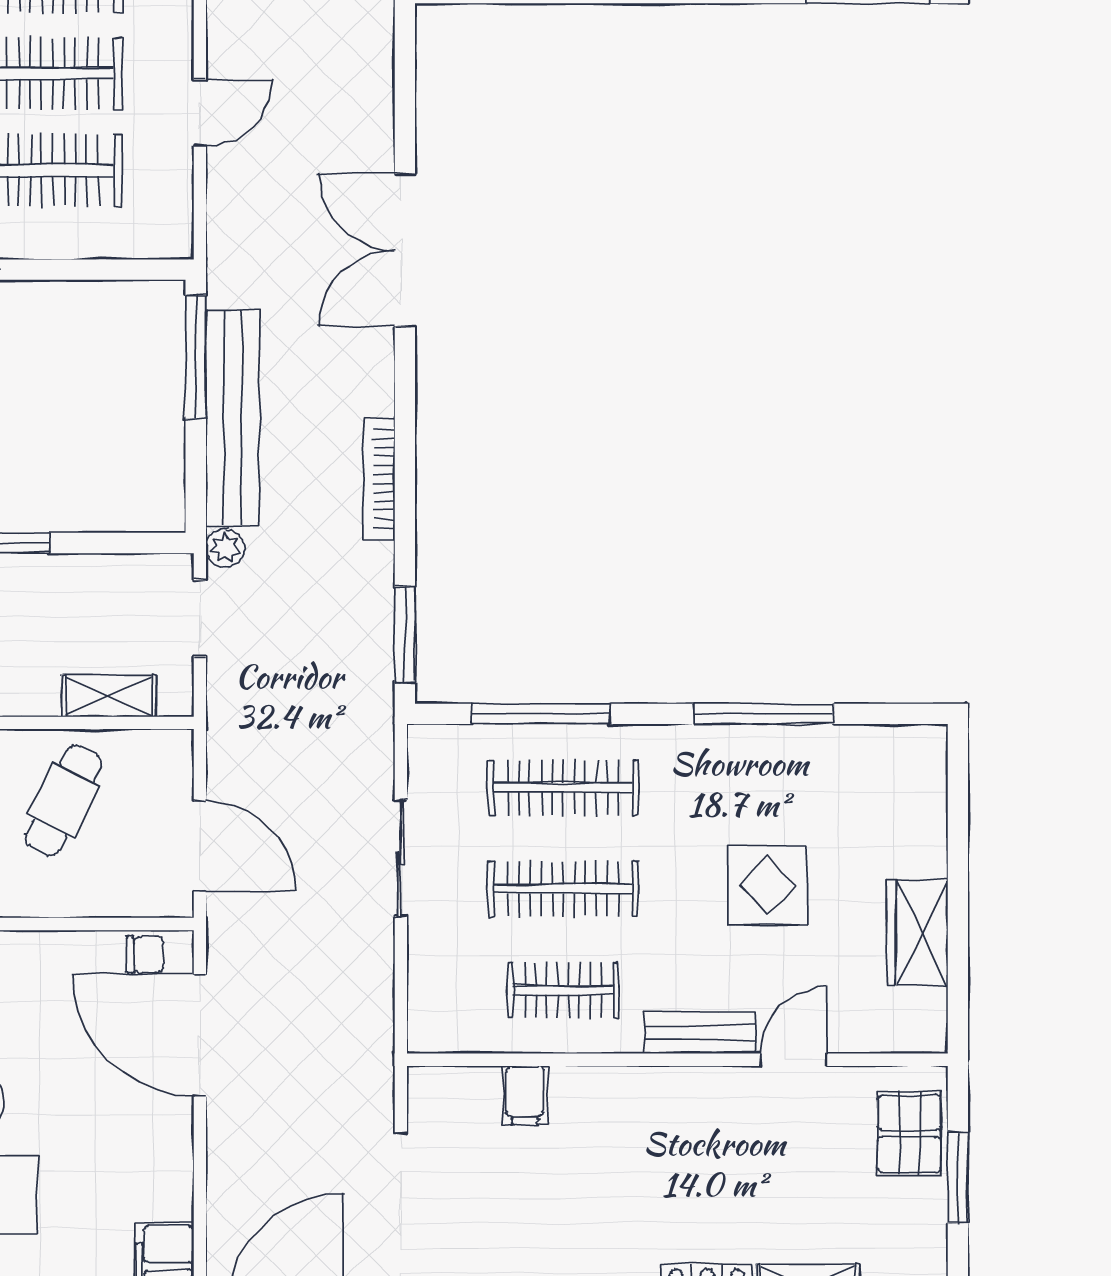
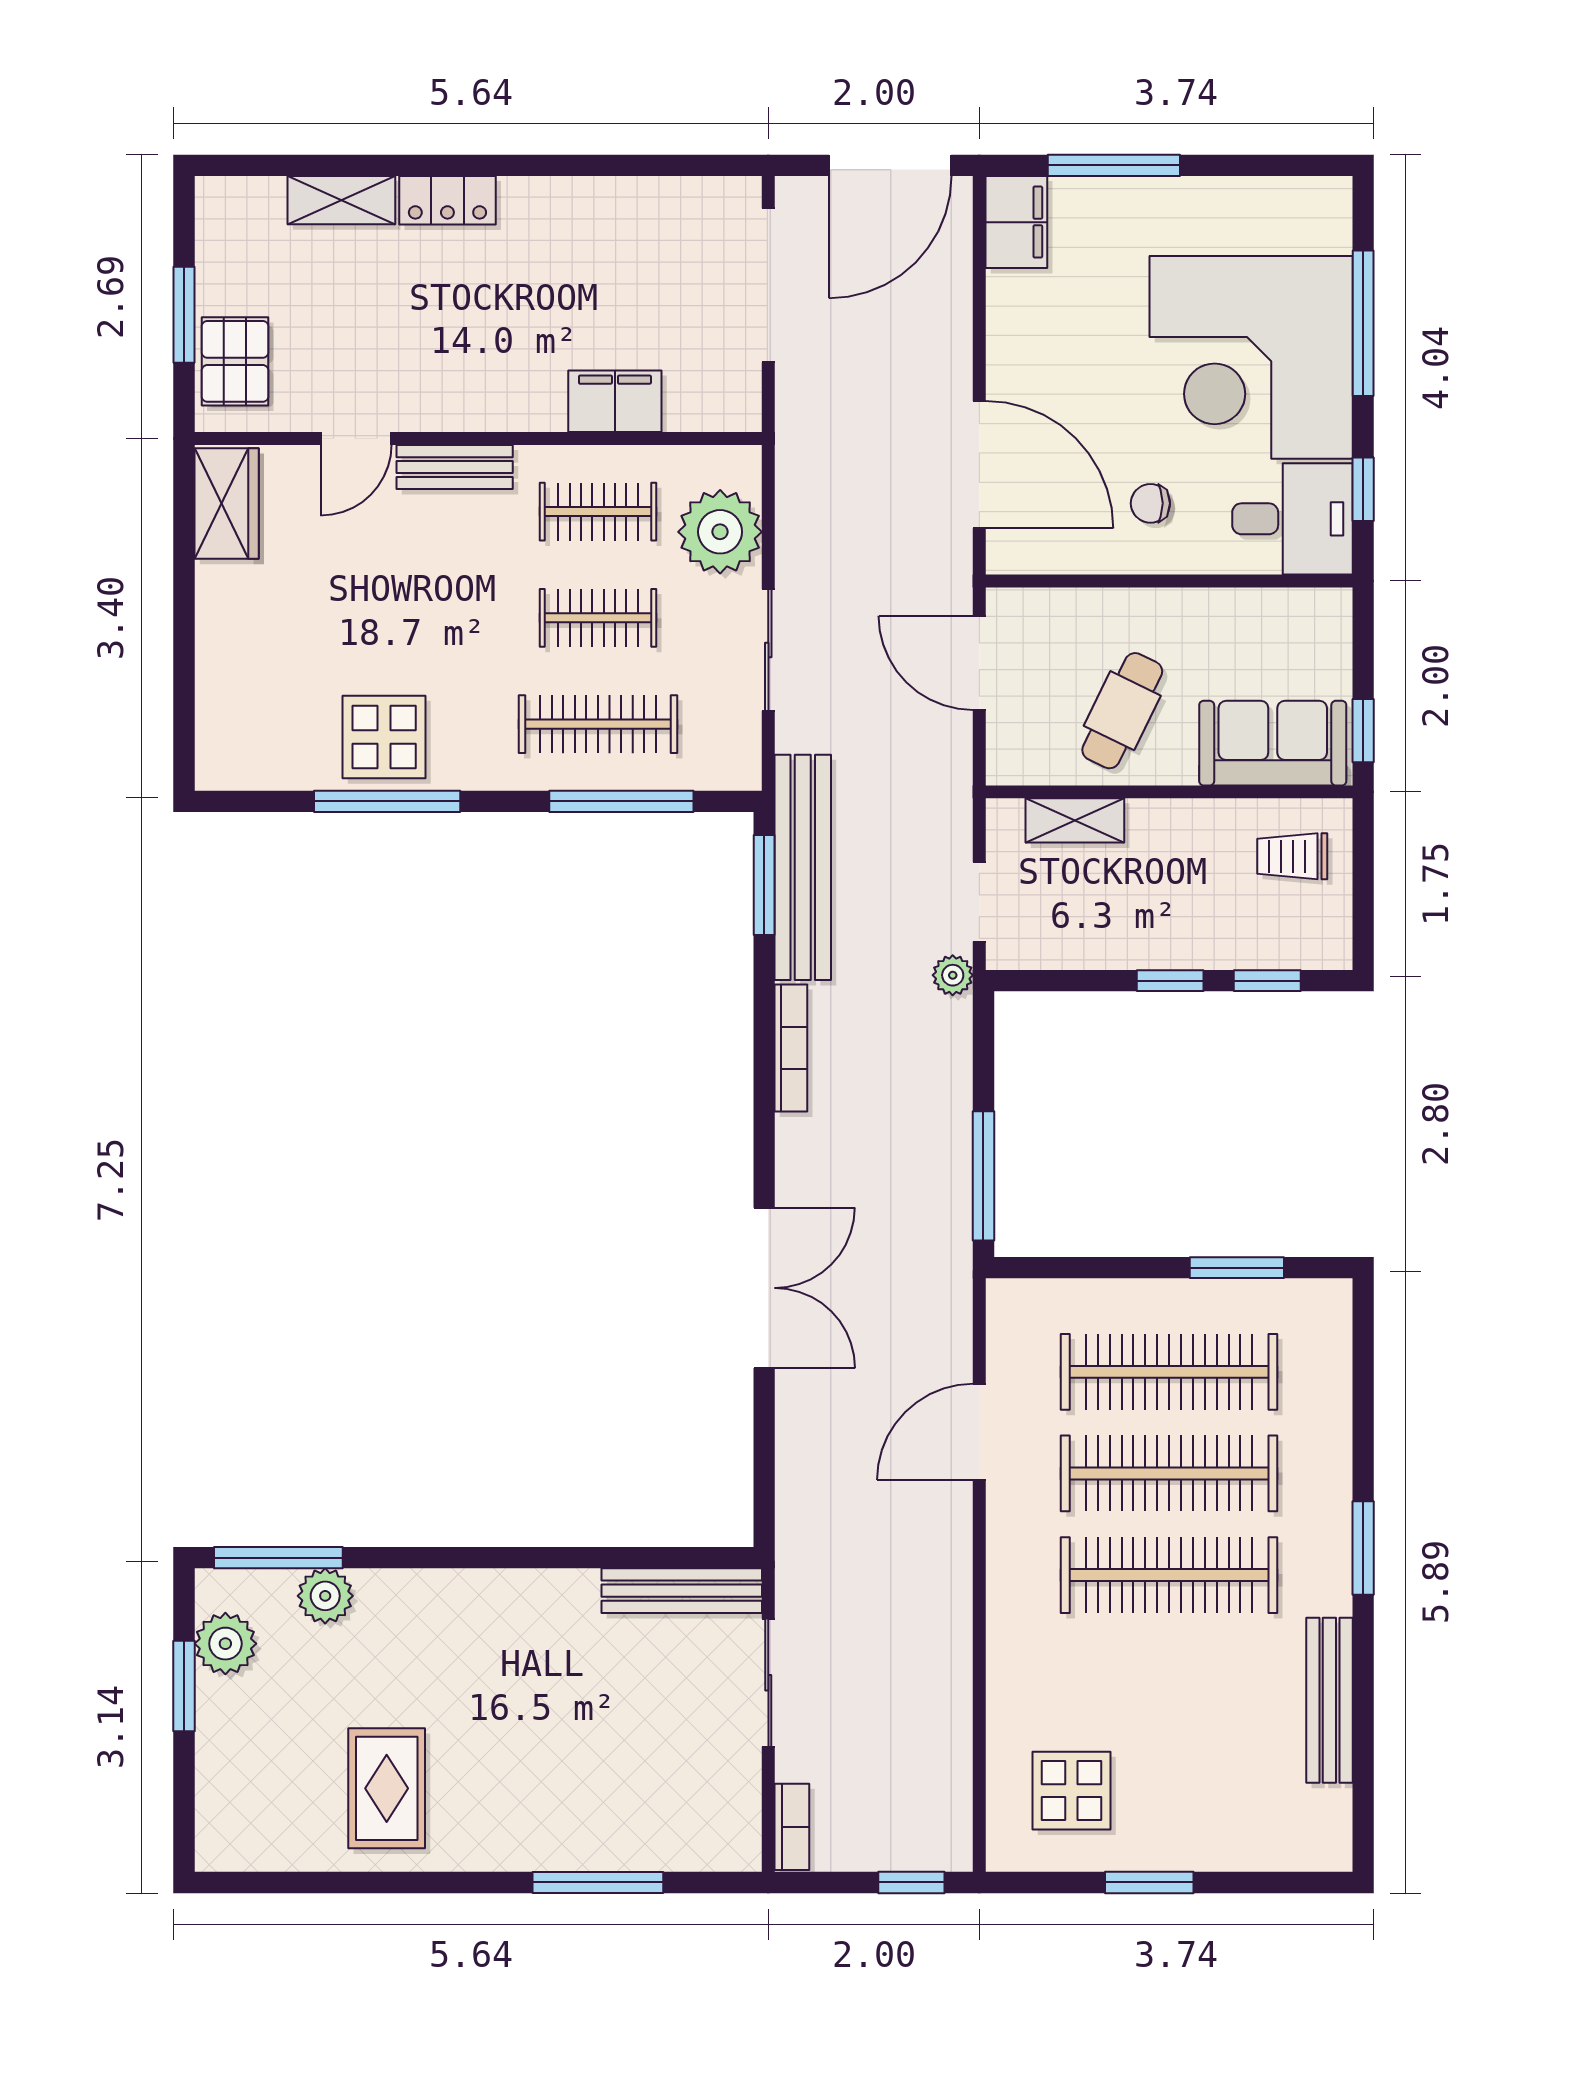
door: (200, 113) -> (979, 1432), width x1.38
bench: (233, 417) -> (803, 867), moved
display table: (767, 885) -> (384, 737), moved
clothes rail: (563, 889) -> (598, 618), width x0.73
wardrobe: (917, 933) -> (227, 504), moved
chair: (145, 955) -> (1150, 503), moved
plant: (447, 971) -> (720, 532), added
filing cabinet: (525, 1095) -> (615, 401), width x2.00

